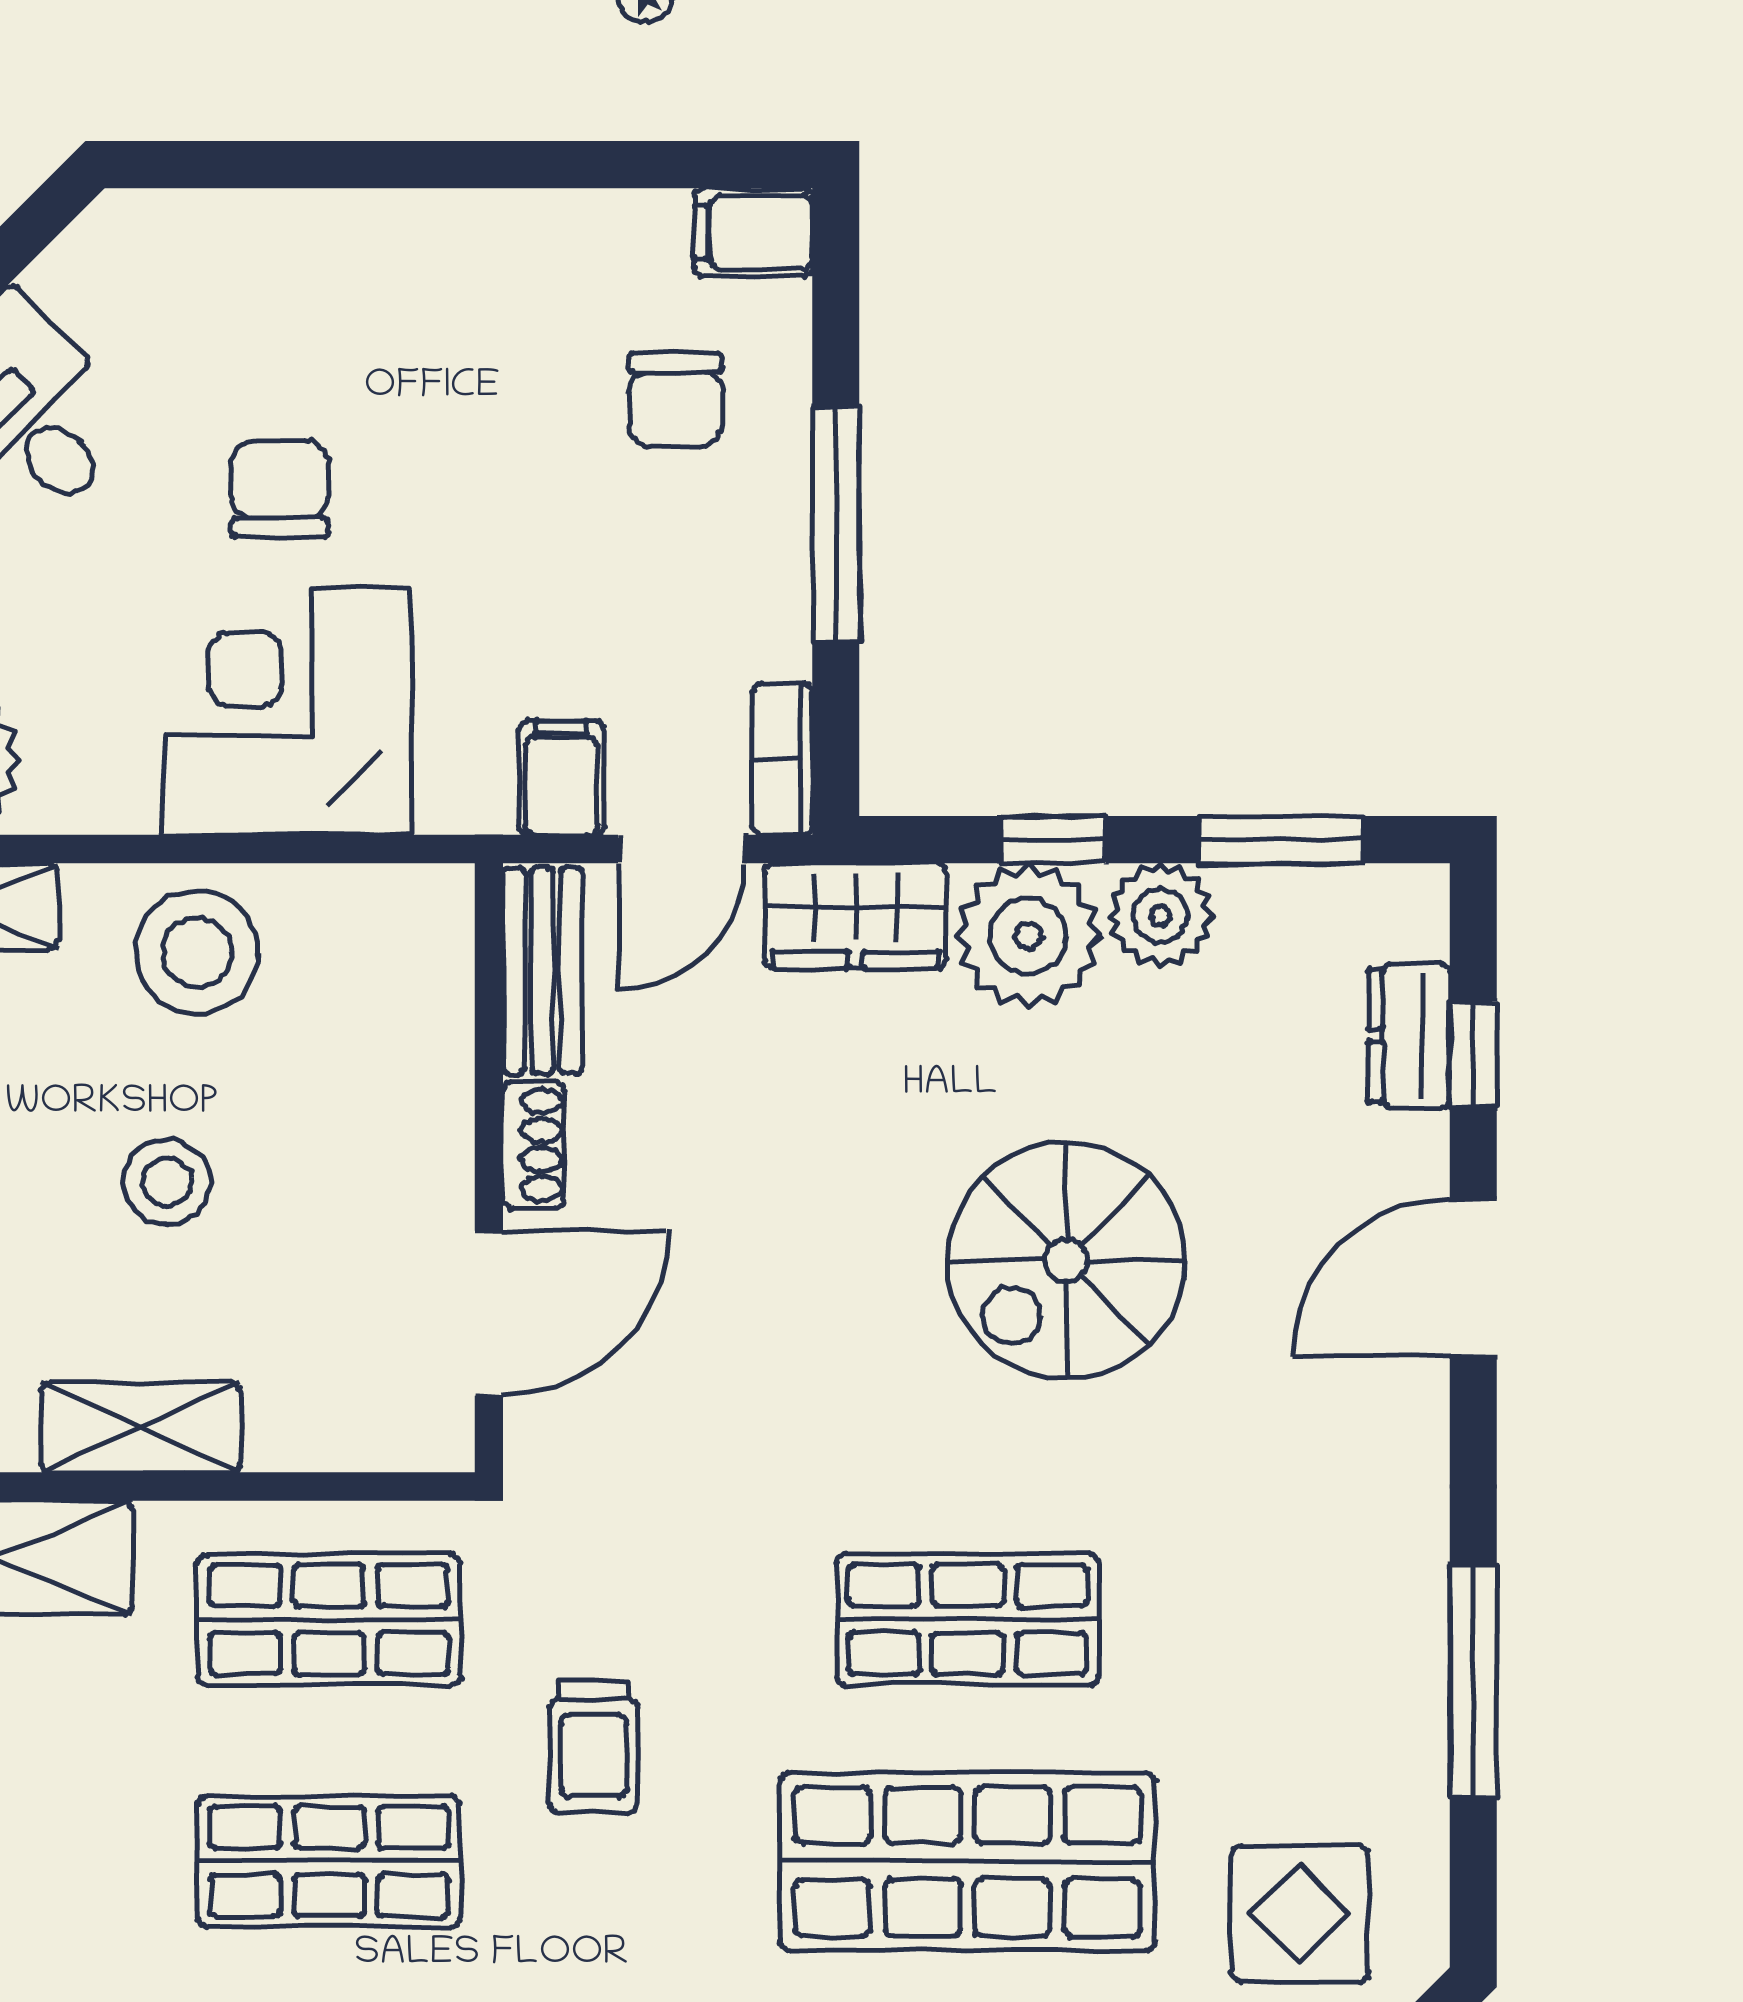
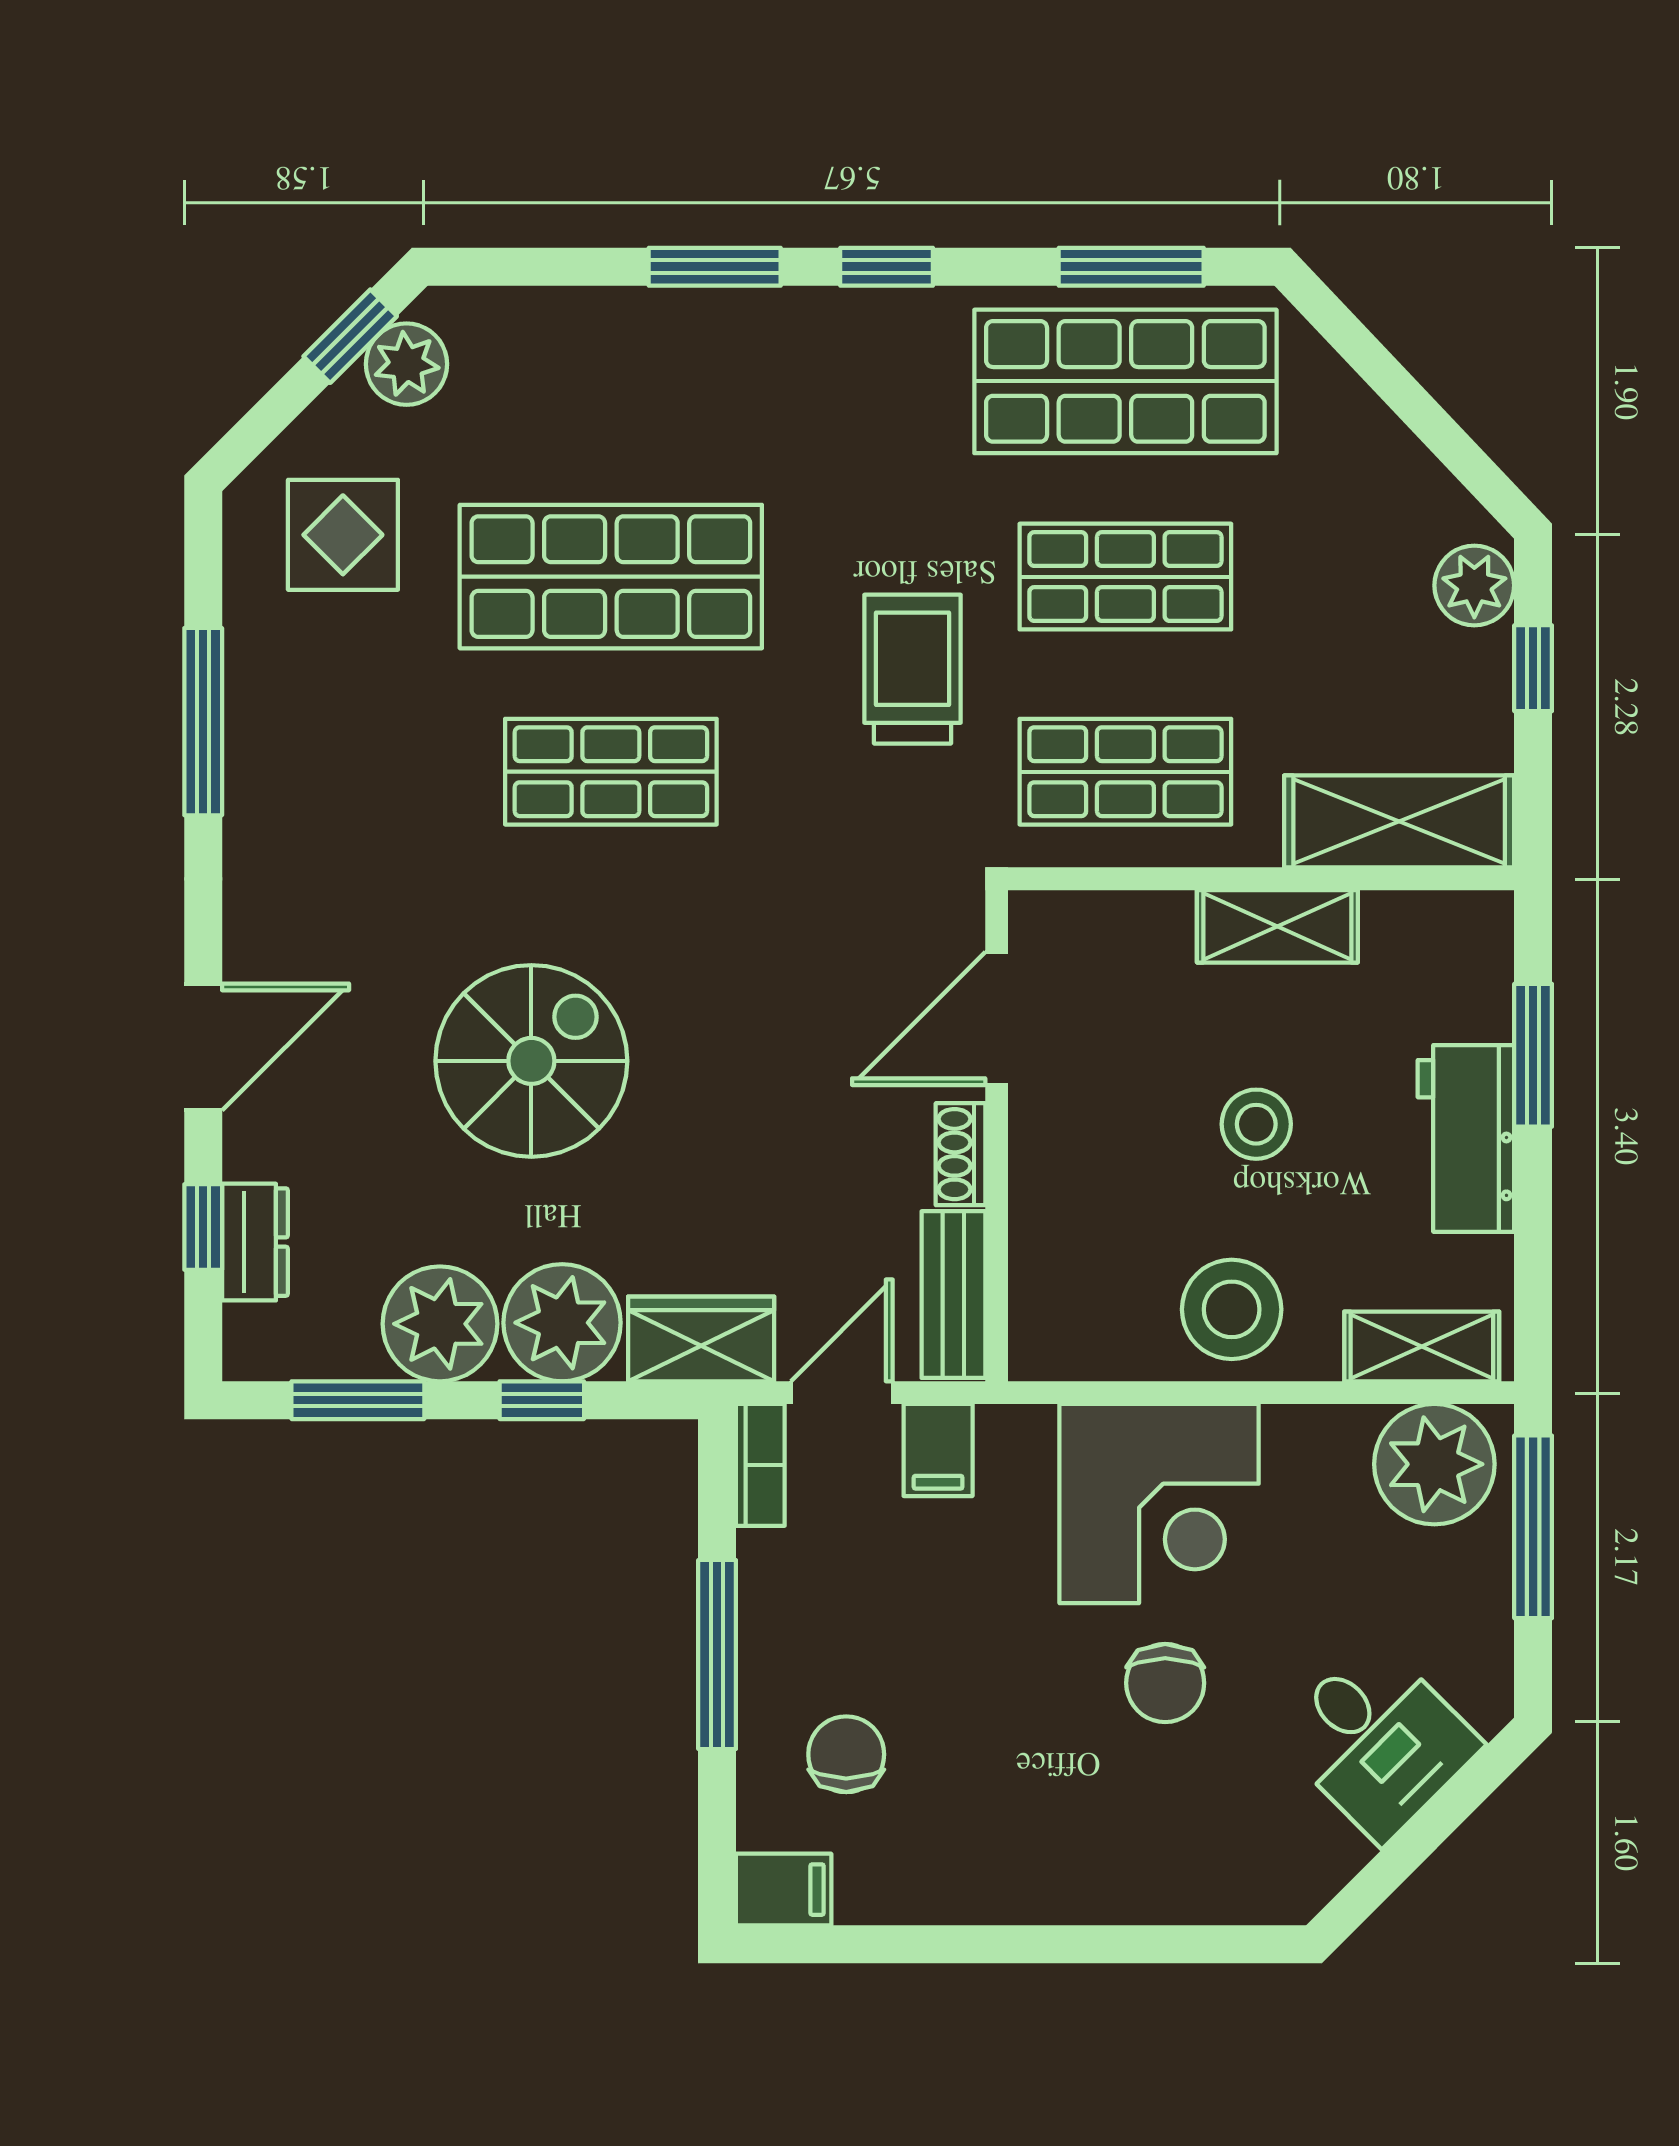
plant: (1161, 915) -> (440, 1324), width x1.36, depth x1.36
trolley: (593, 1747) -> (912, 669), width x1.36, depth x1.39

